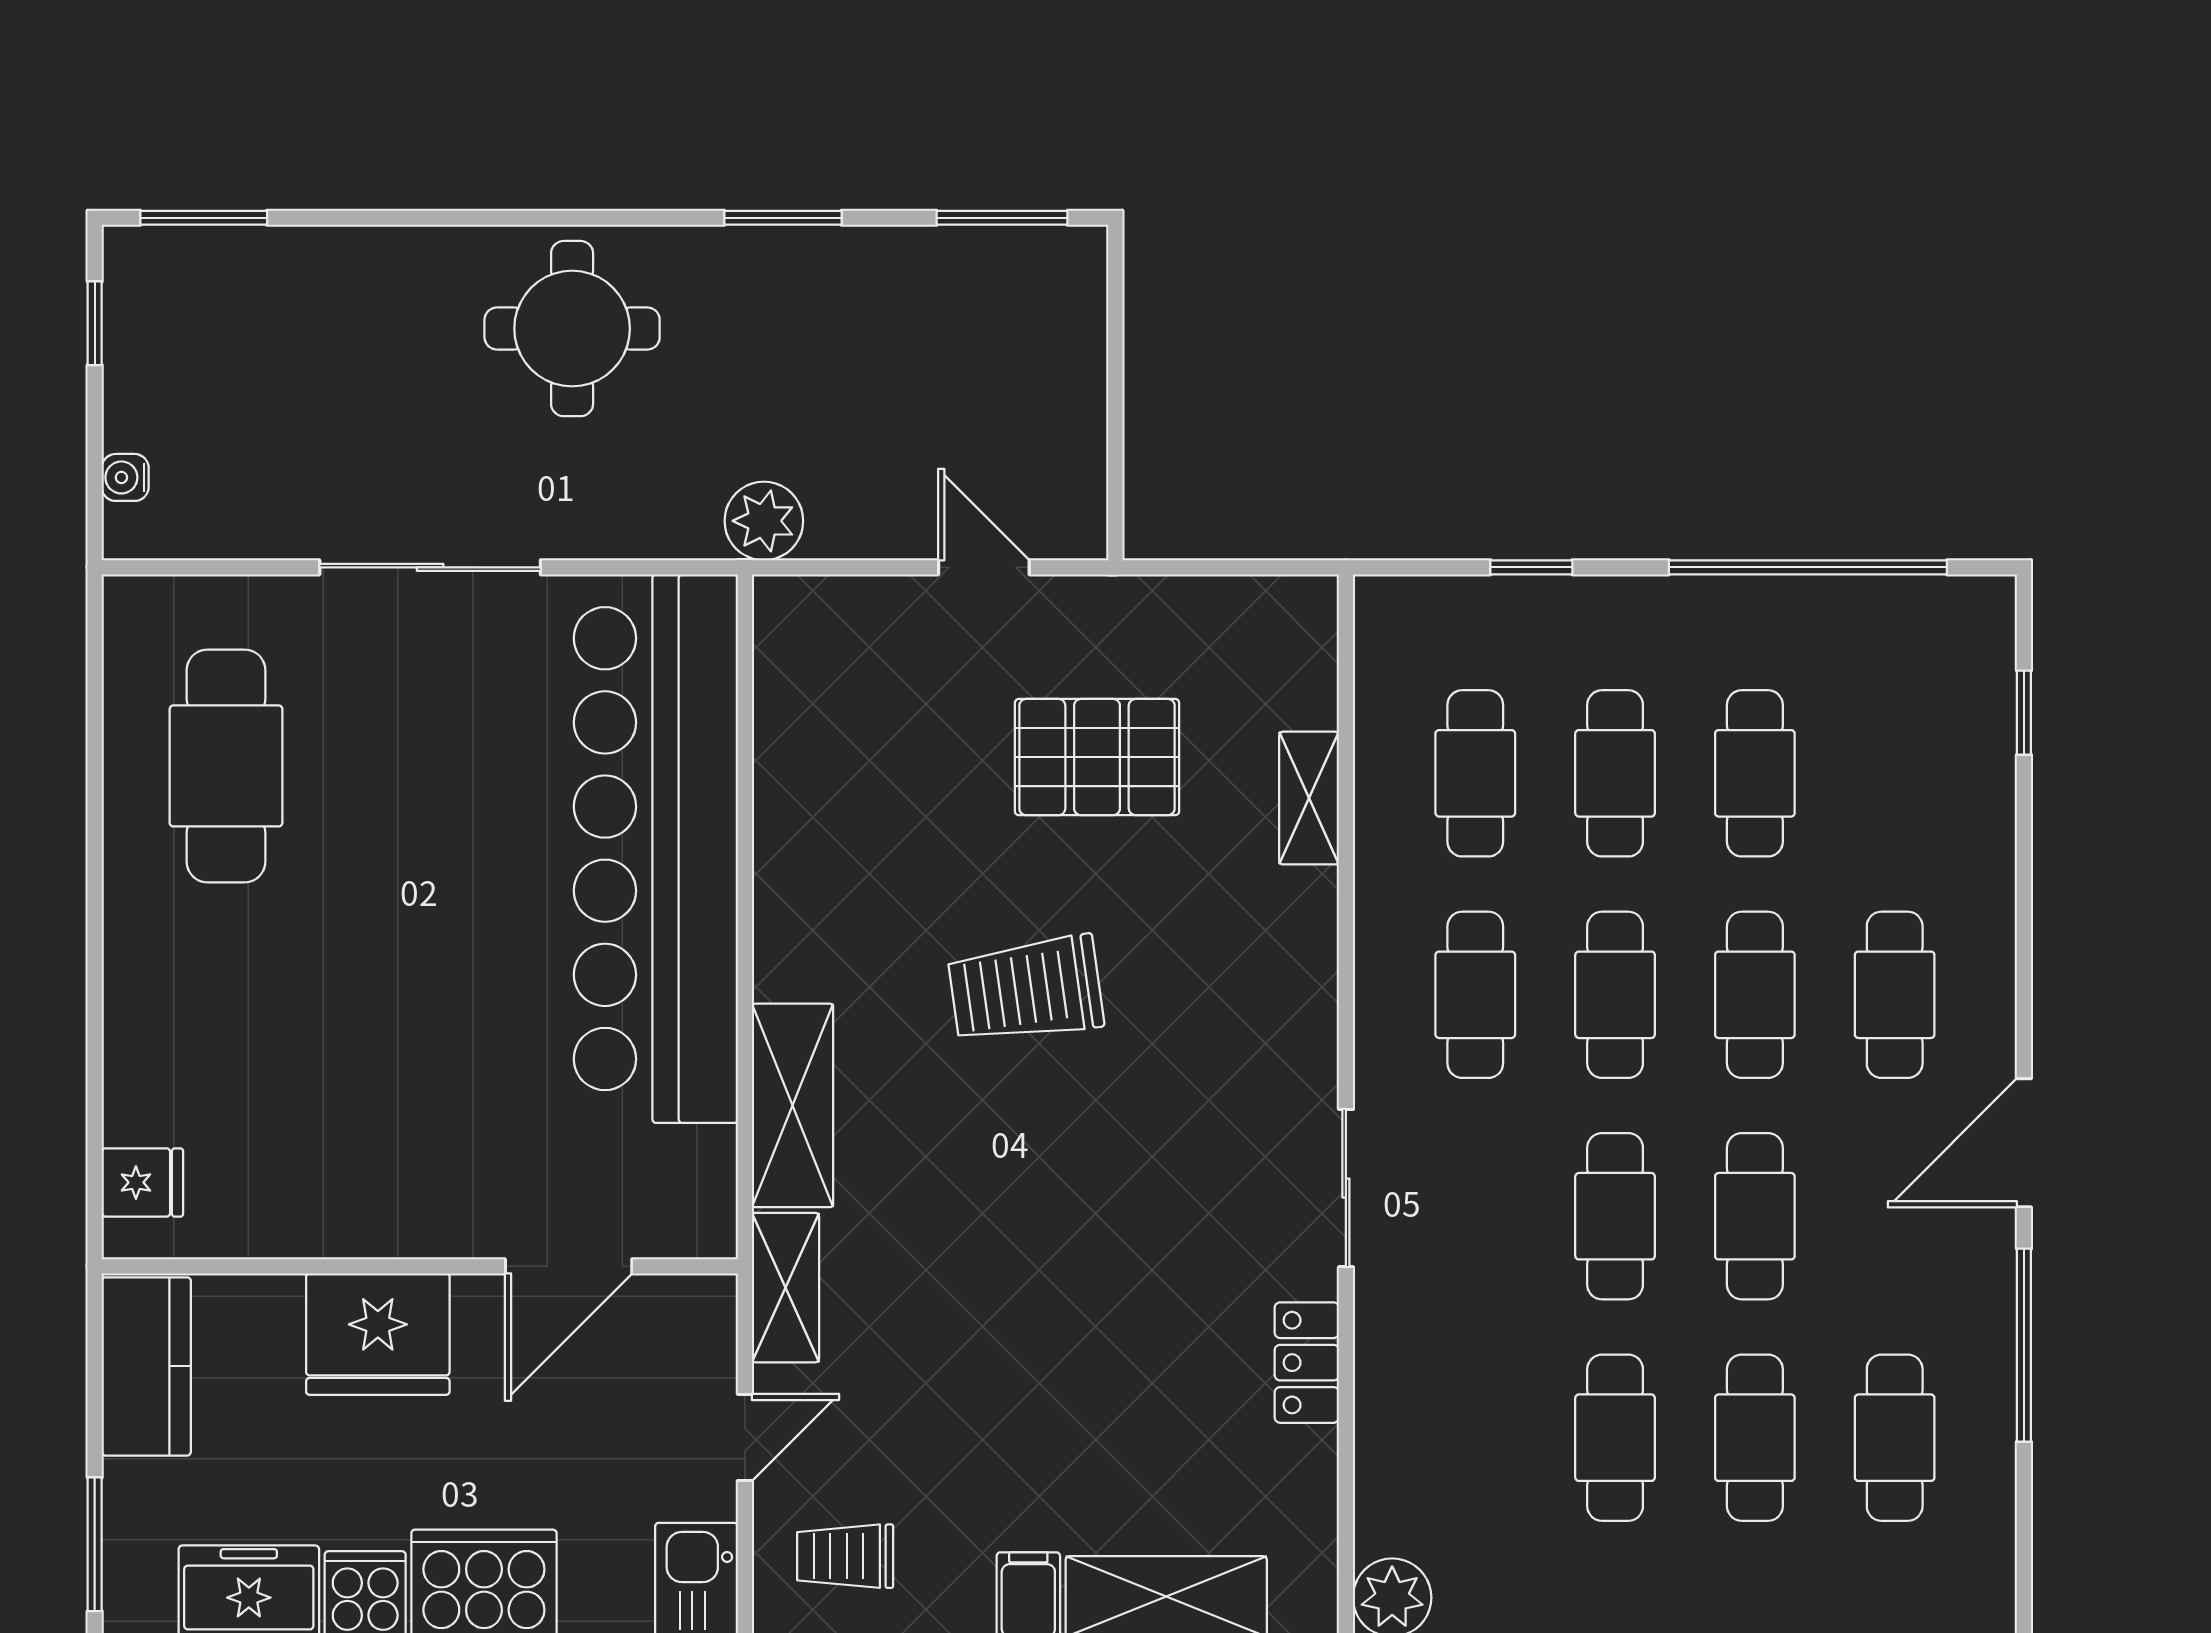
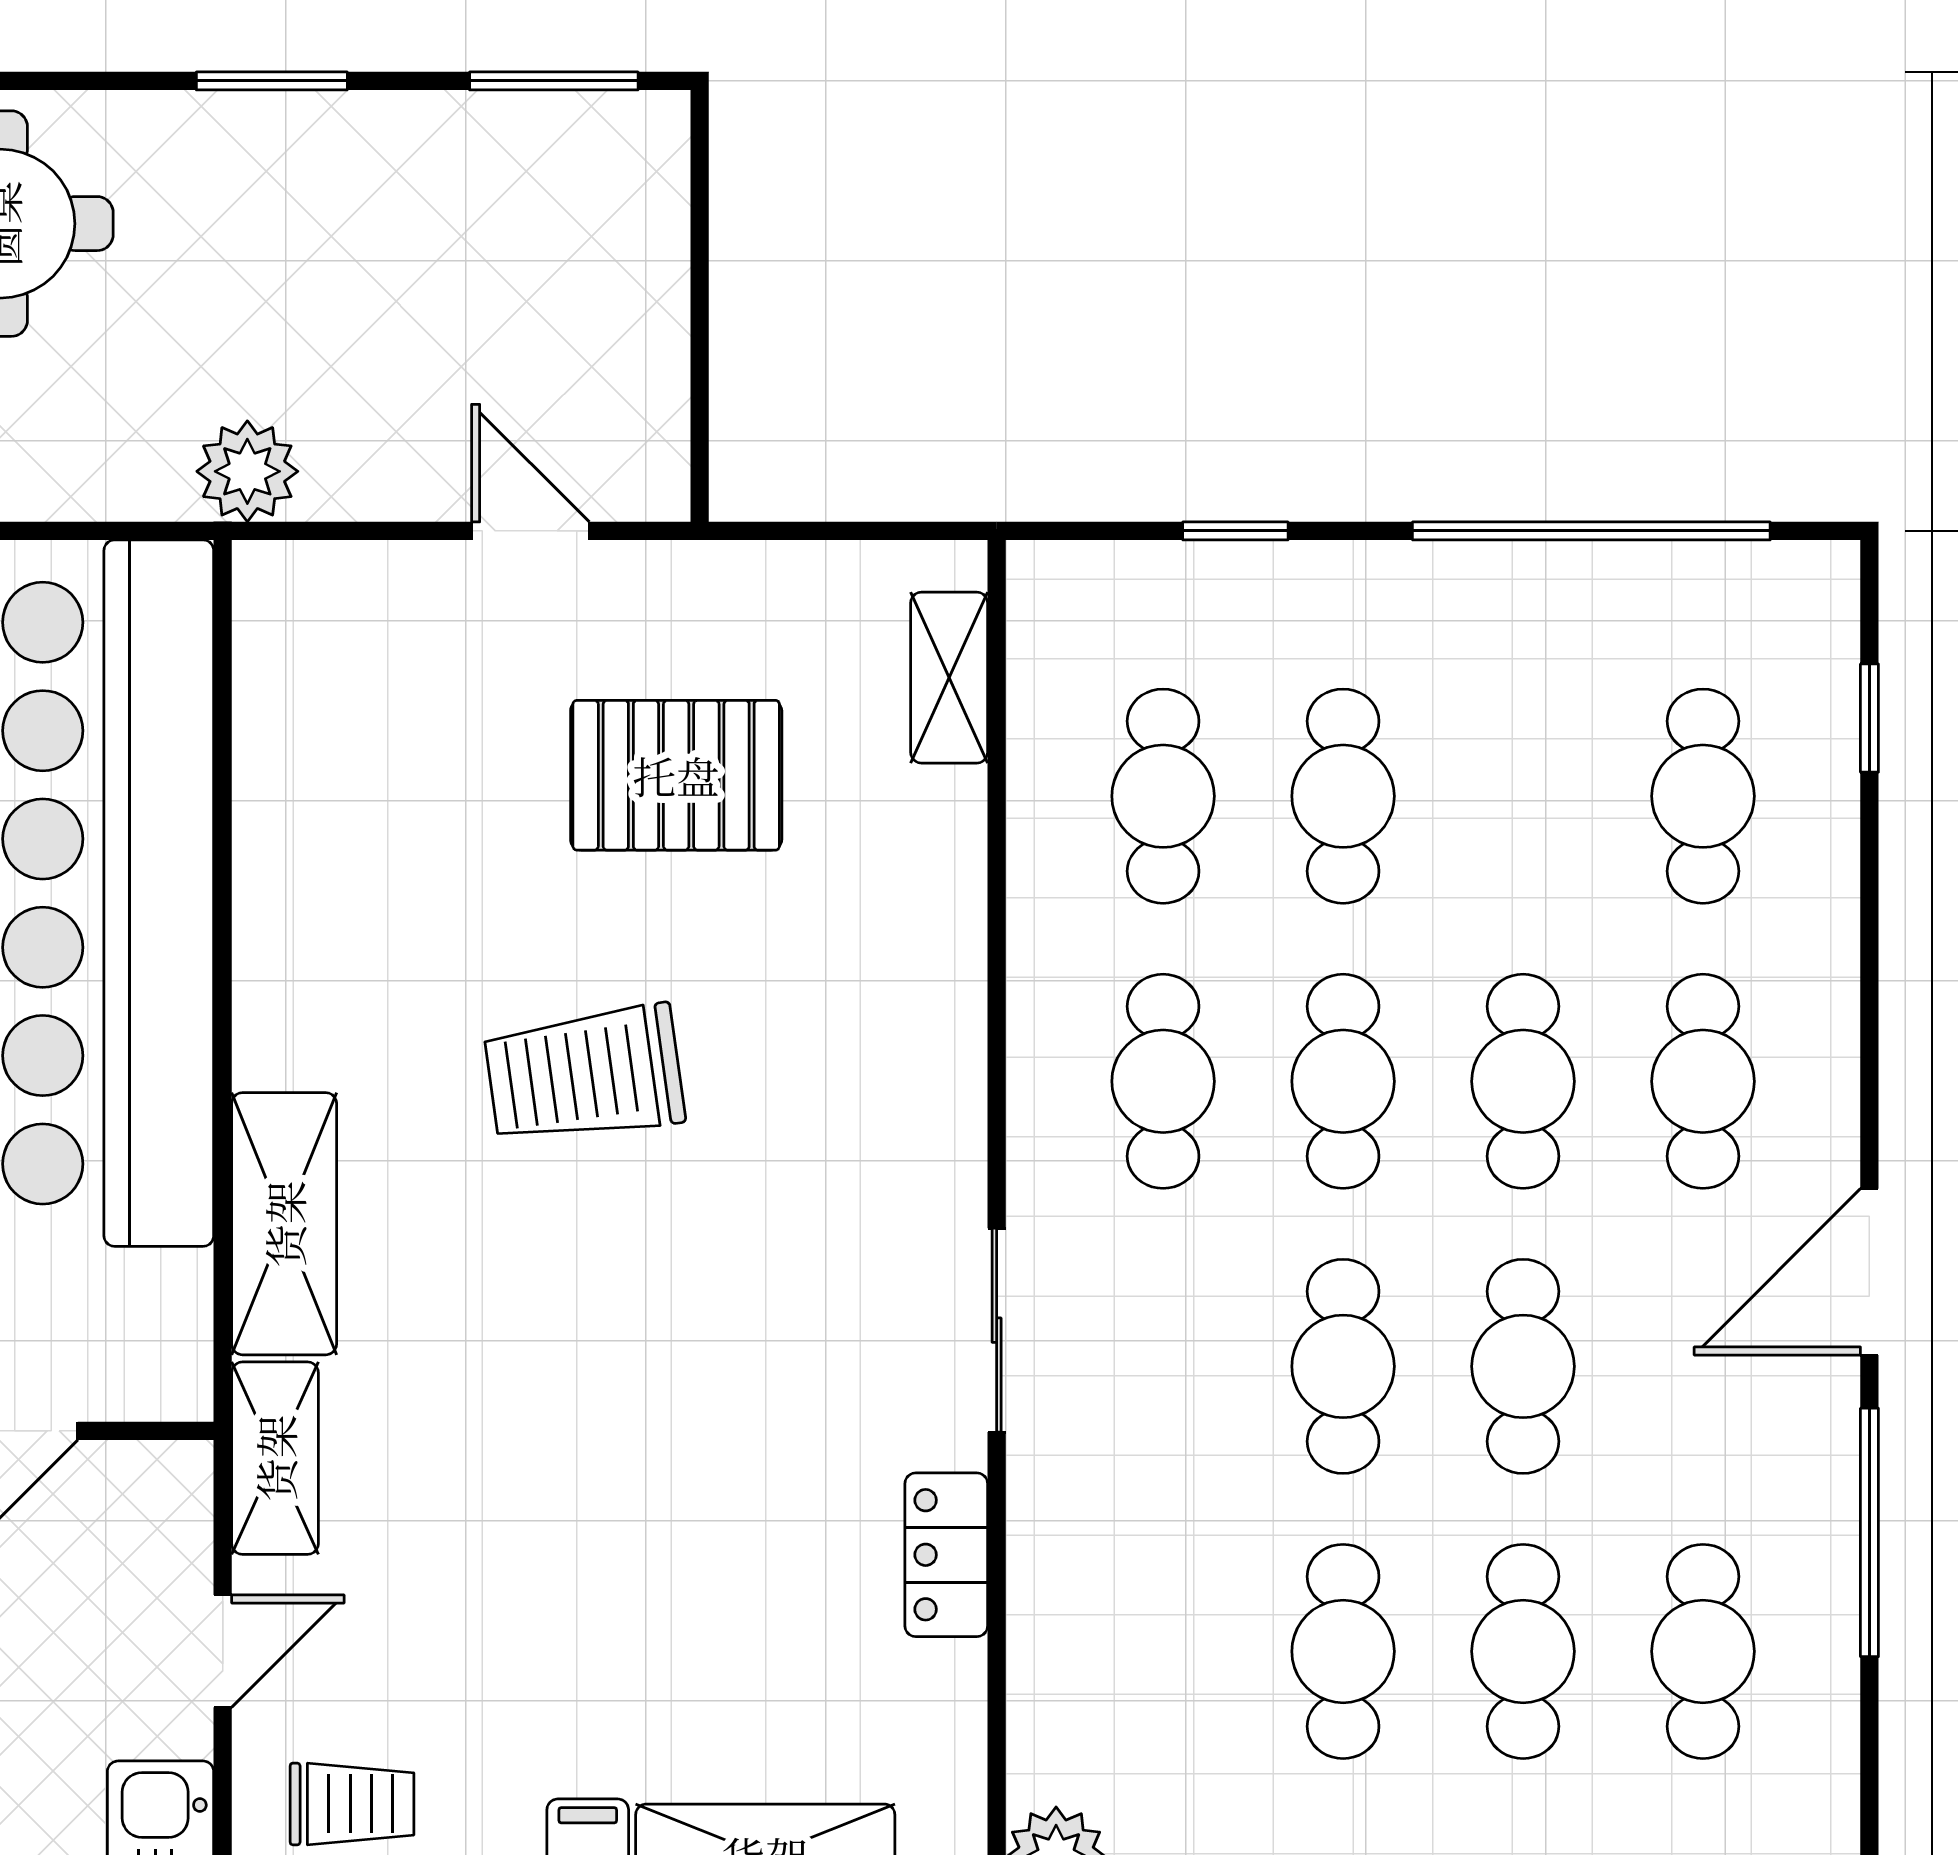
cafe table: (1755, 773) -> (1703, 796), moved
shelving: (1309, 798) -> (949, 678), moved
trolley: (845, 1556) -> (352, 1804), turned 180

